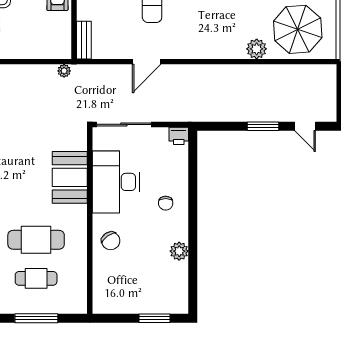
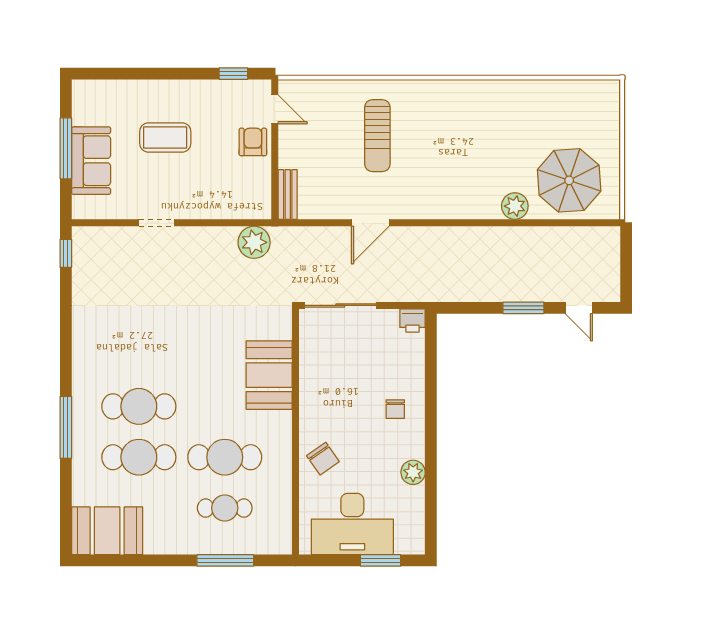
plant: (64, 71) -> (254, 242), width x1.88, depth x1.88
desk: (116, 182) -> (352, 524), moved, turned -90

